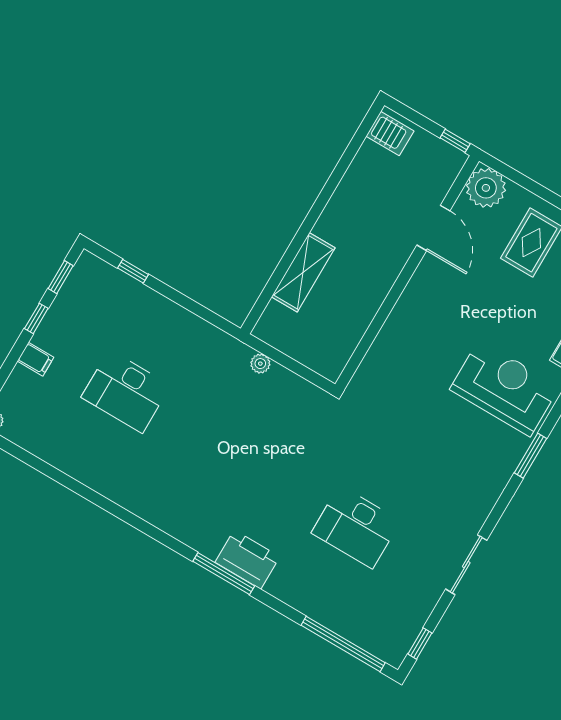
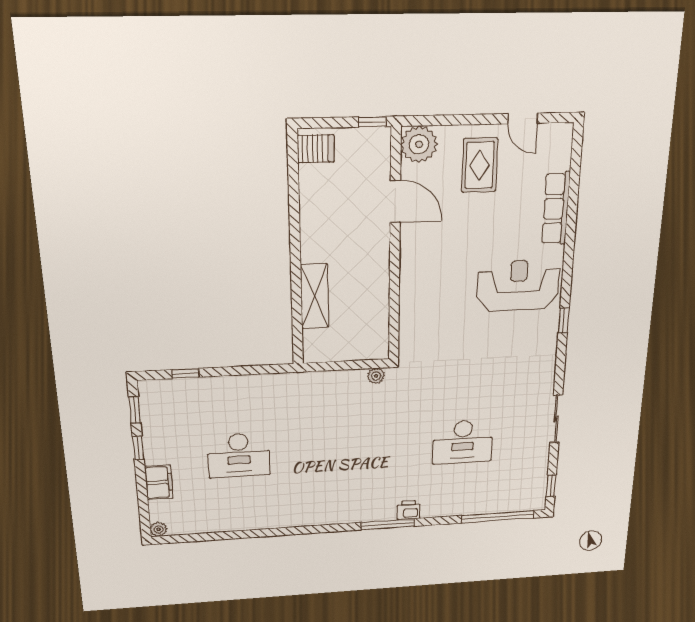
filing cabinet: (35, 359) -> (159, 482), width x2.00
plant: (260, 364) -> (376, 376), moved
window: (530, 456) -> (564, 320), width x0.67
printer: (247, 560) -> (408, 510), width x0.53, depth x0.68

